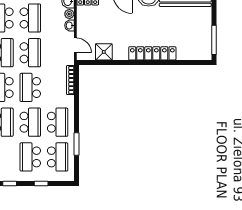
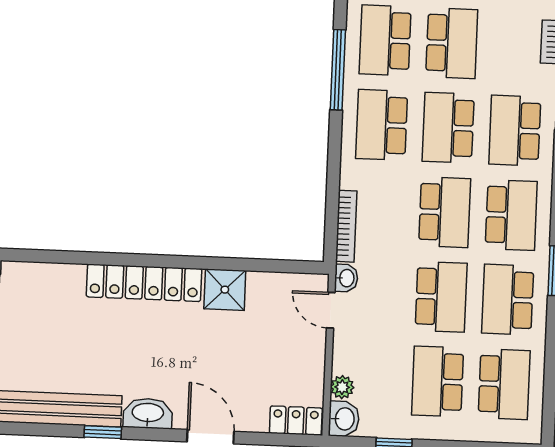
washbasin: (70, 25) -> (346, 278), moved
shower: (104, 52) -> (225, 290), moved
school desk: (30, 53) -> (441, 297), turned 180
window: (77, 144) -> (338, 70), width x1.44

